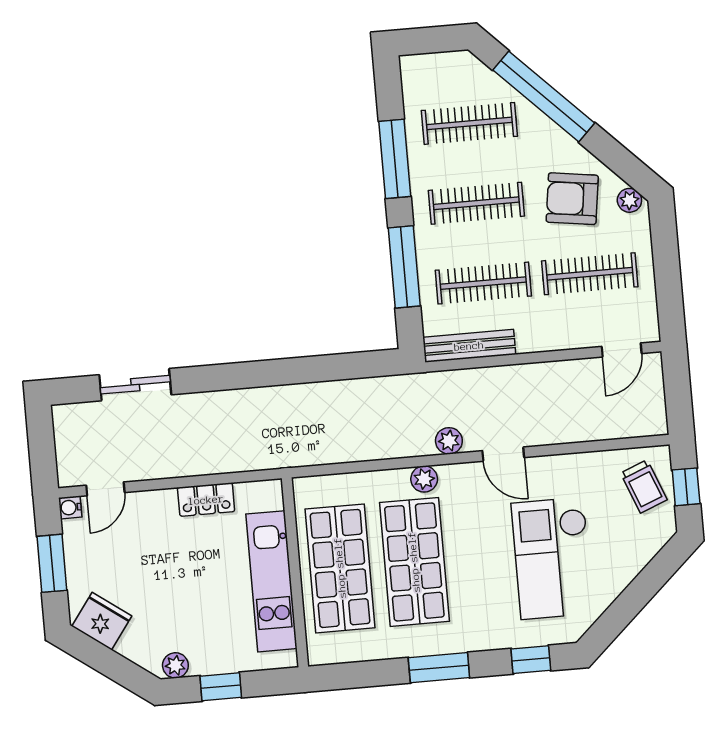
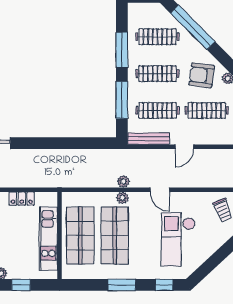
door: (622, 350) -> (184, 147), moved
plant: (449, 441) -> (123, 181), moved

